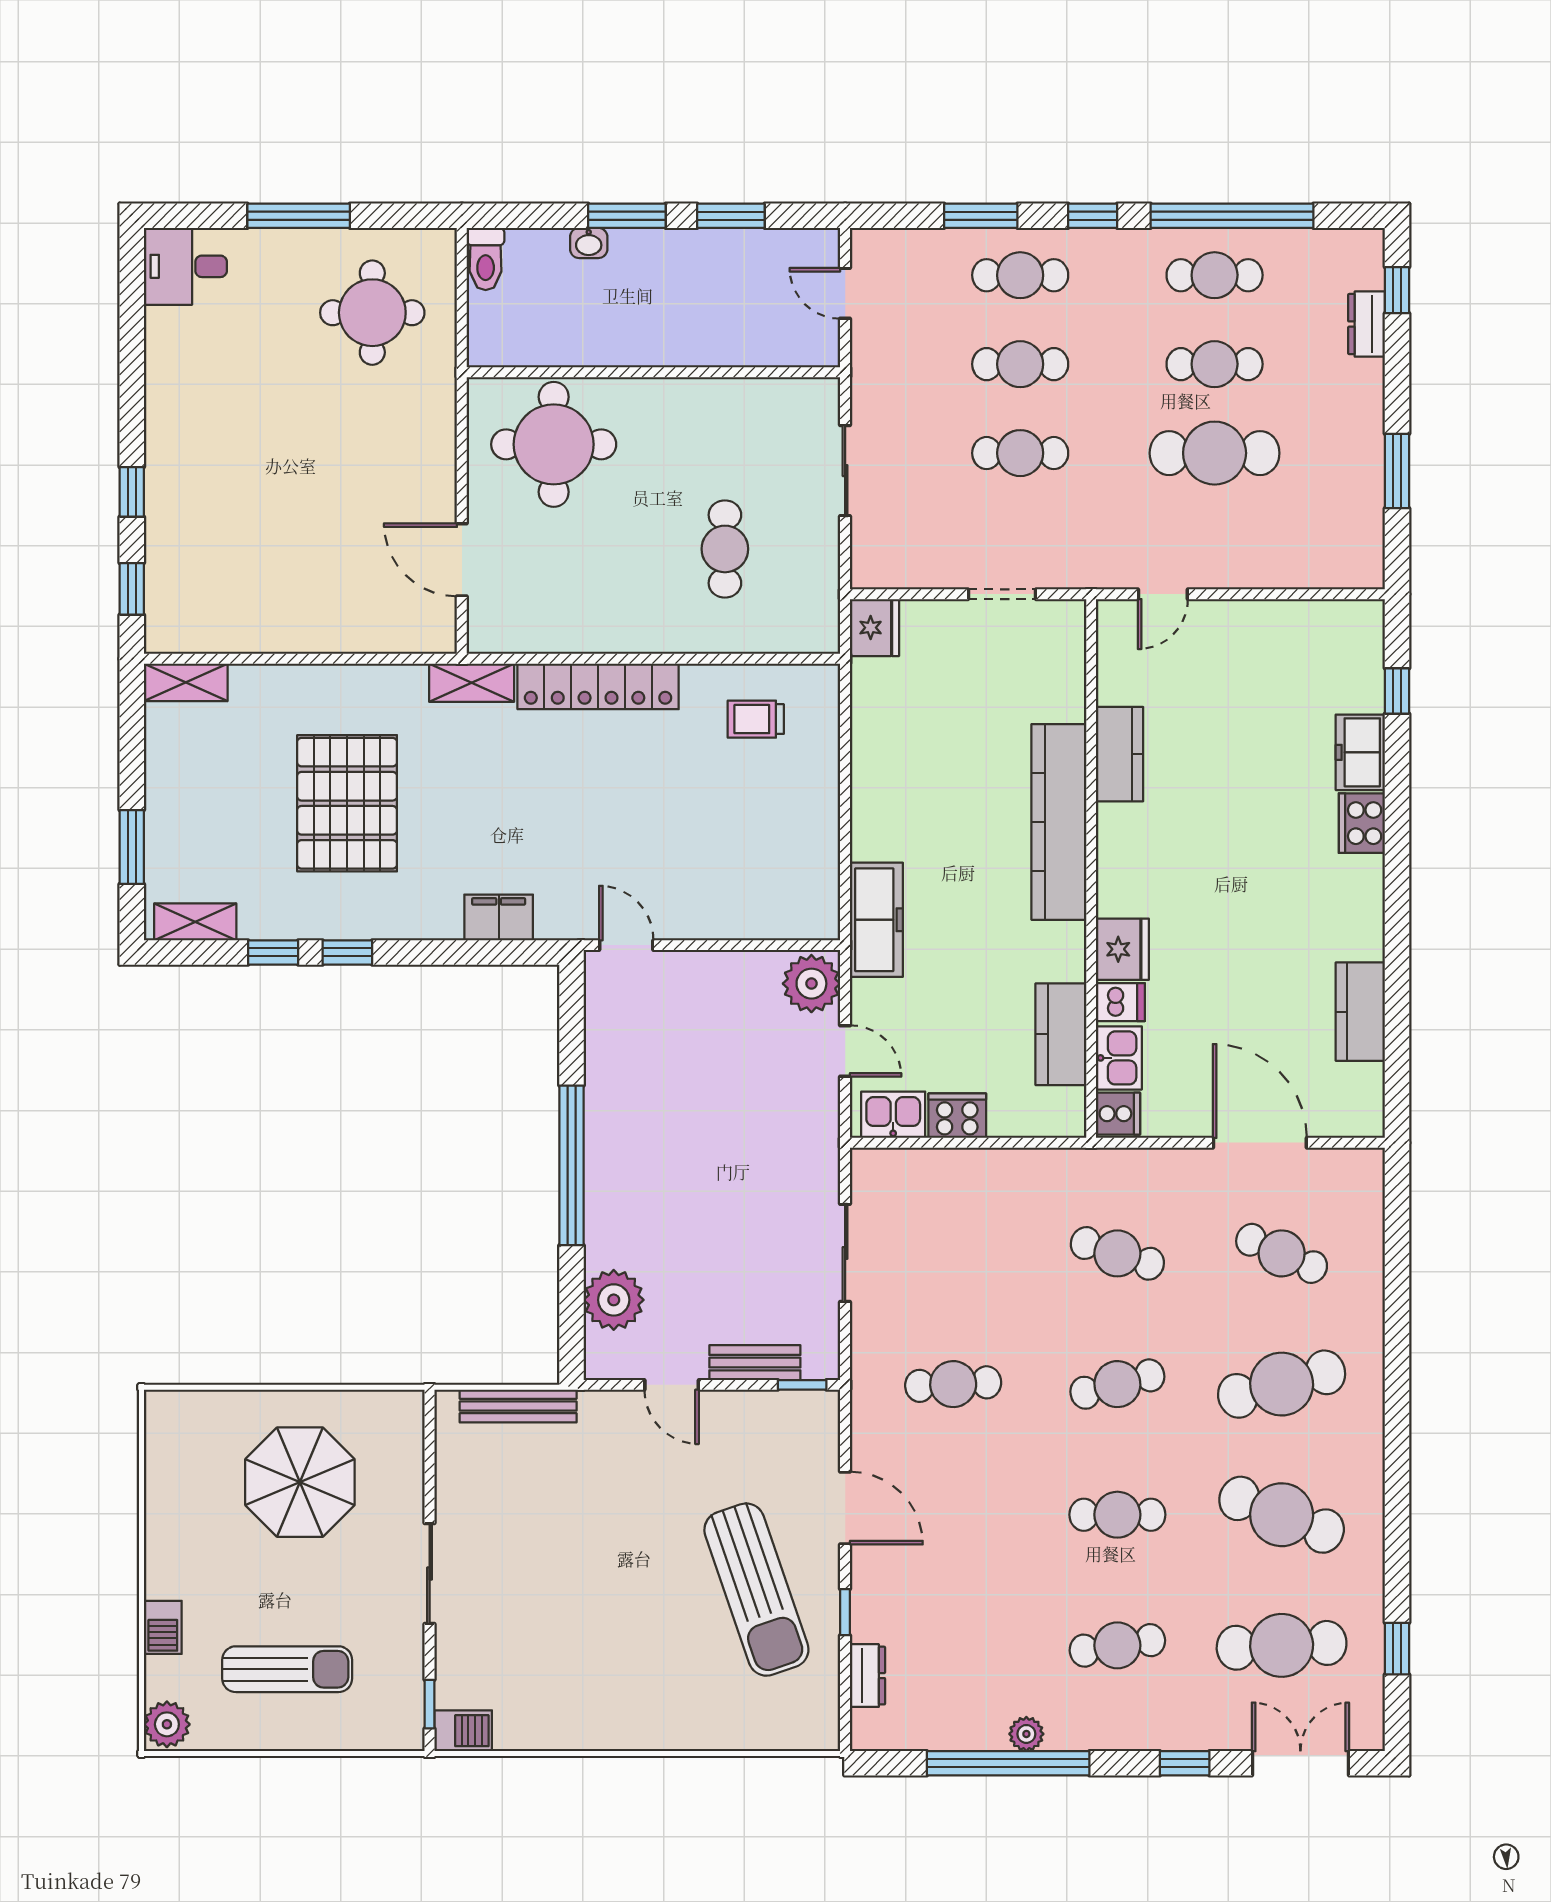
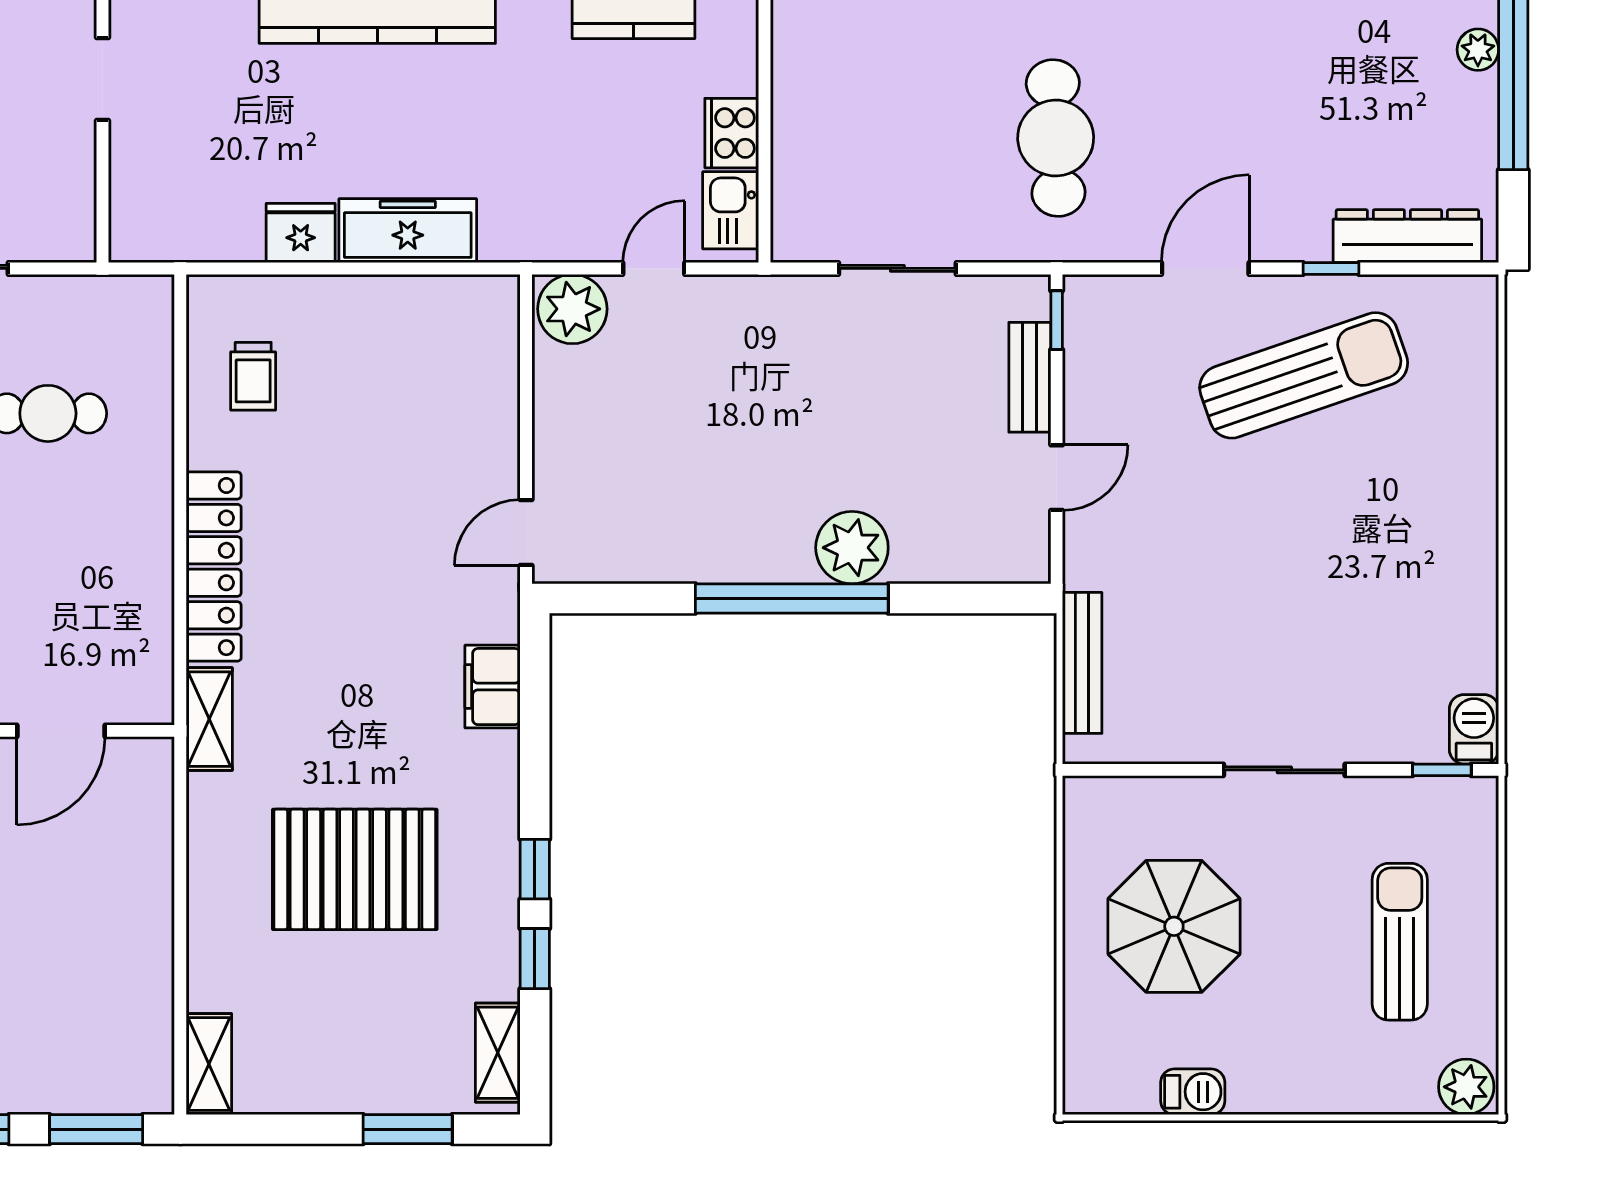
window: (132, 589) -> (96, 1129), width x1.50
fridge: (874, 628) -> (301, 233), moved
freezer: (876, 920) -> (408, 231), moved
plant: (614, 1300) -> (852, 548), moved
cafe table: (953, 1384) -> (1056, 138), width x1.37, depth x1.35
barbecue: (163, 1627) -> (1193, 1092), moved
dresser: (868, 1676) -> (1407, 236), width x1.96, depth x1.24

